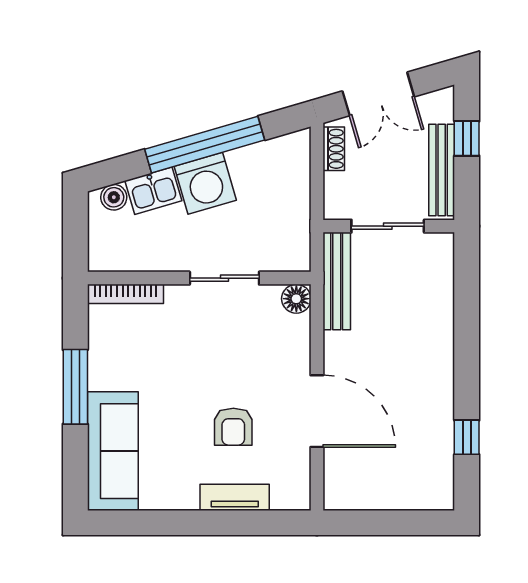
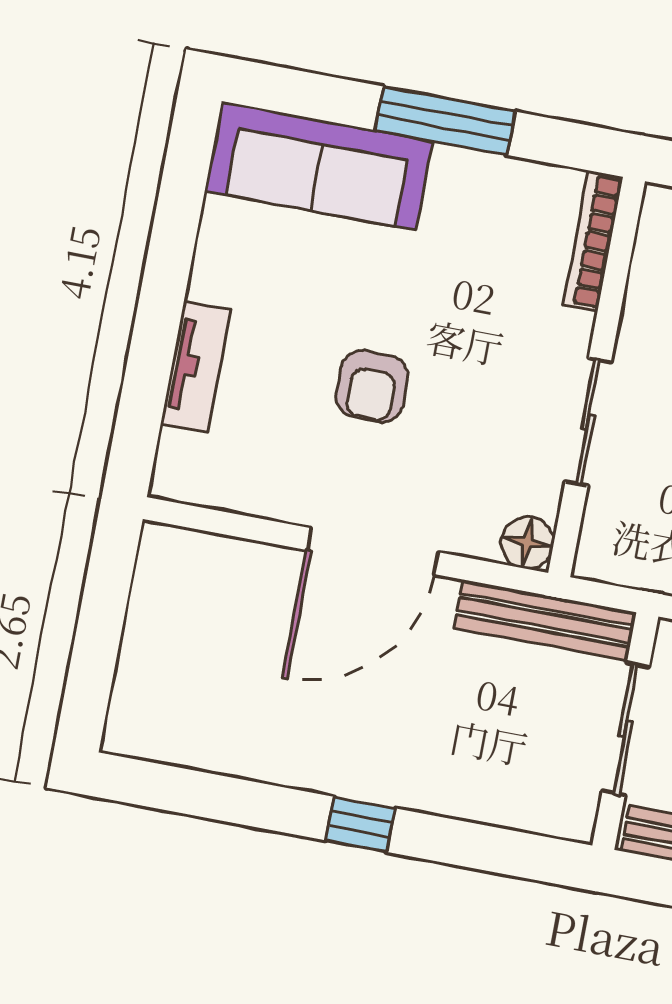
door: (317, 411) -> (373, 551), moved
armchair: (233, 427) -> (372, 386), moved, turned -90
window: (467, 437) -> (361, 824), moved

